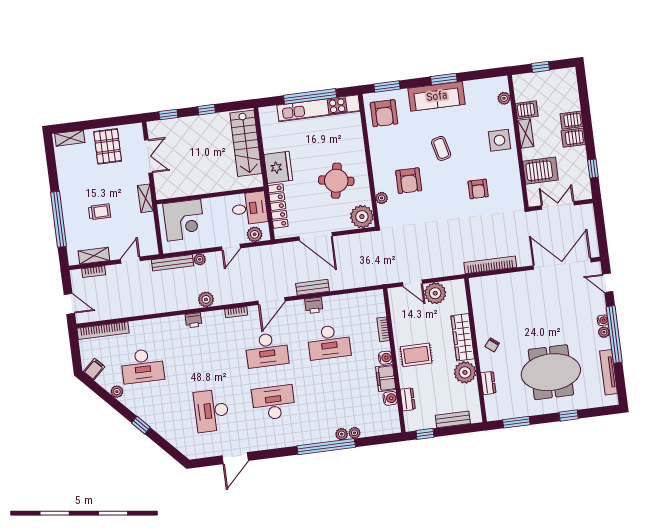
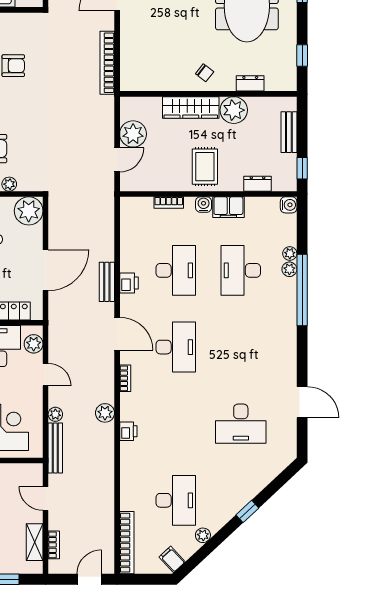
water cooler: (390, 398) -> (289, 205), moved, turned 90
desk: (274, 403) -> (241, 270), moved
window: (516, 422) -> (302, 55), width x0.67

